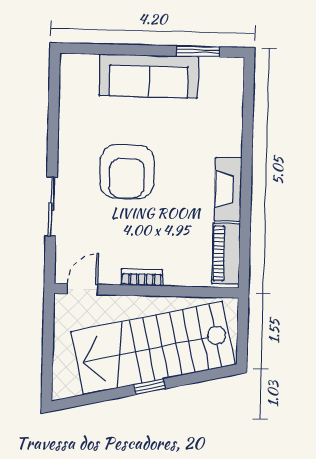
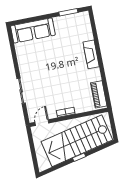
sofa: (149, 76) -> (33, 30), moved
armchair: (127, 172) -> (50, 69), removed
fireplace: (228, 189) -> (91, 54), moved

